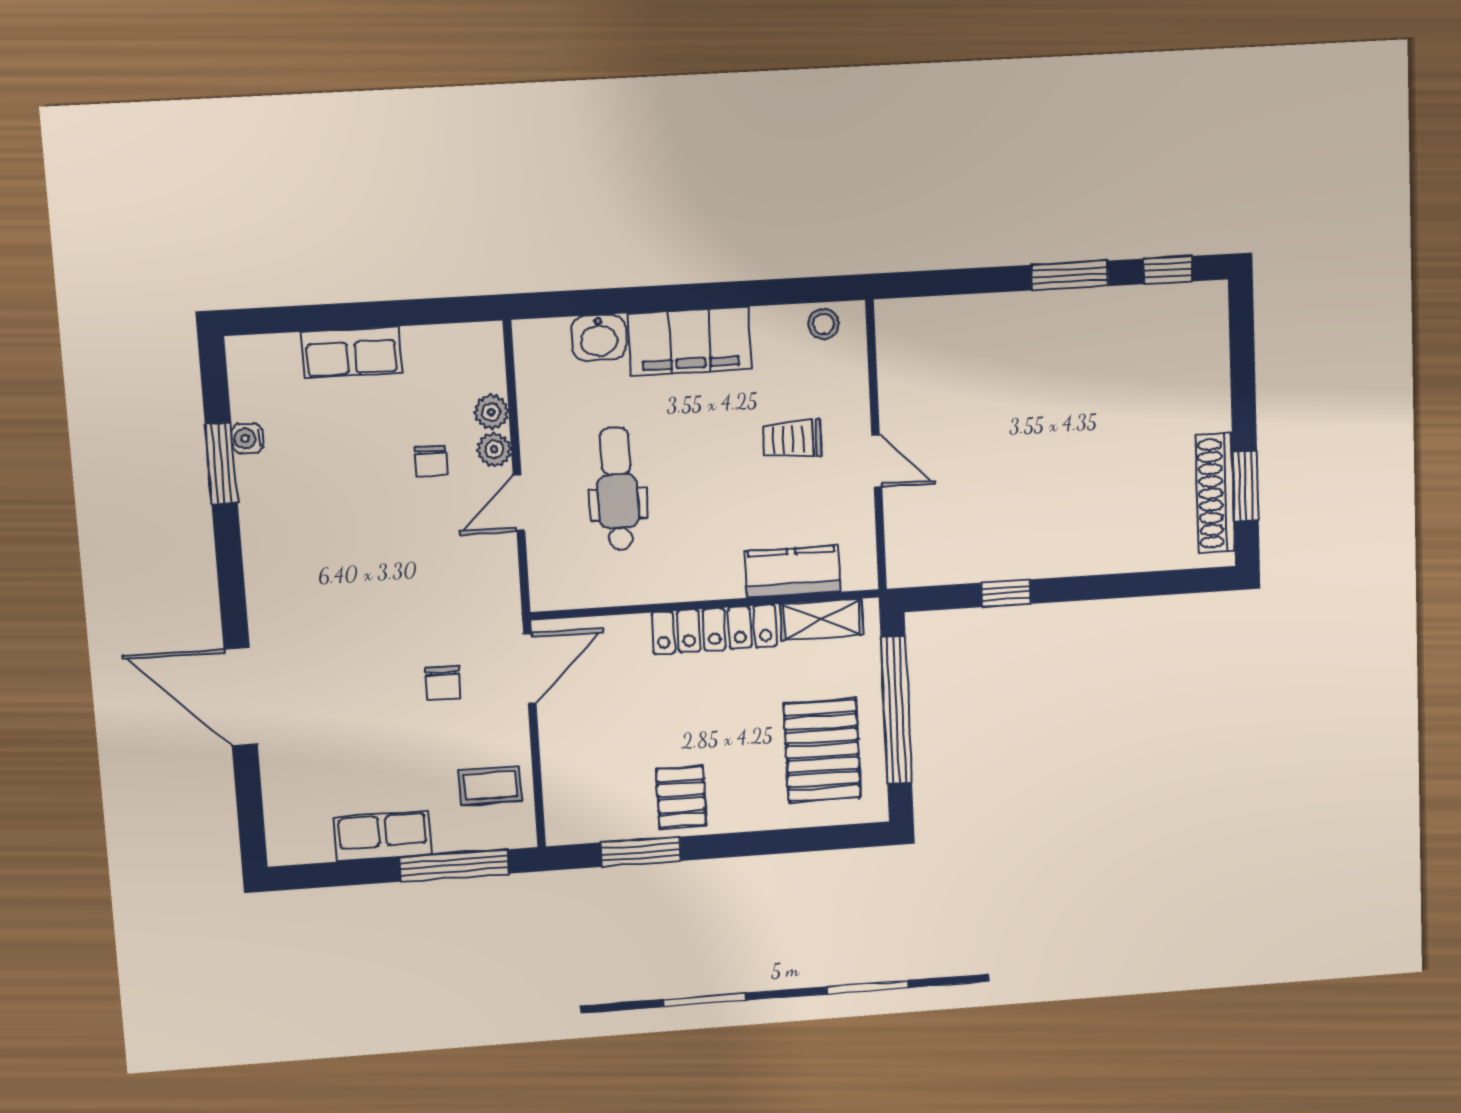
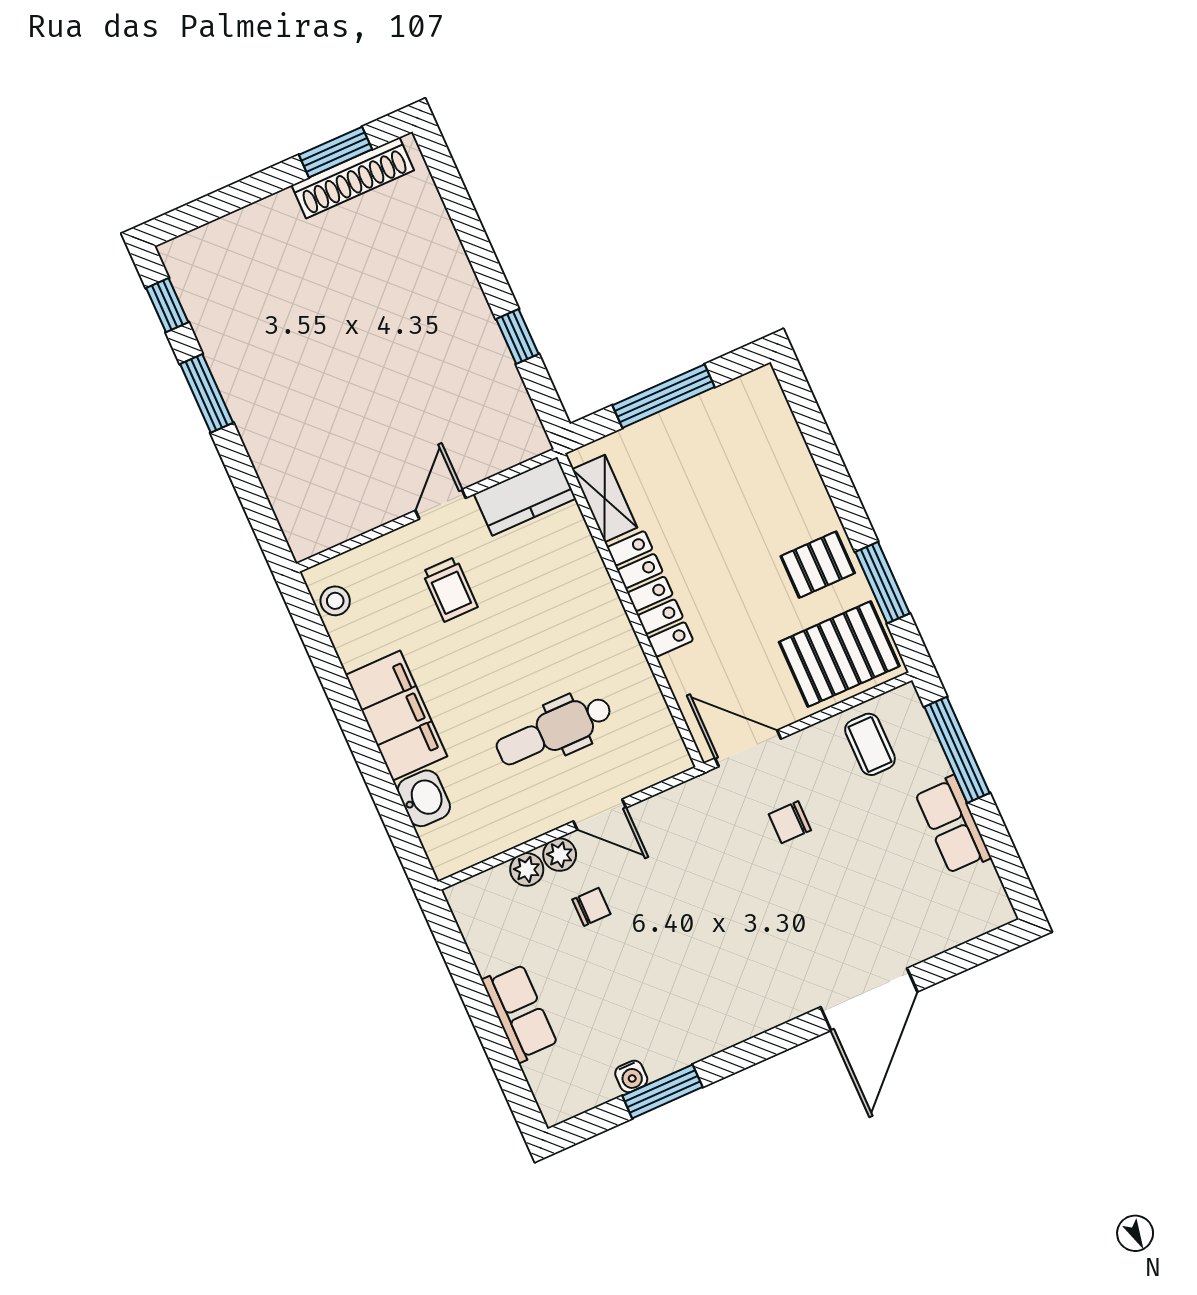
kitchen counter: (792, 572) -> (525, 496), moved, turned -90
chair: (443, 683) -> (790, 822), turned 180
window: (896, 710) -> (663, 396), width x0.68
pallet: (822, 751) -> (839, 654), moved

